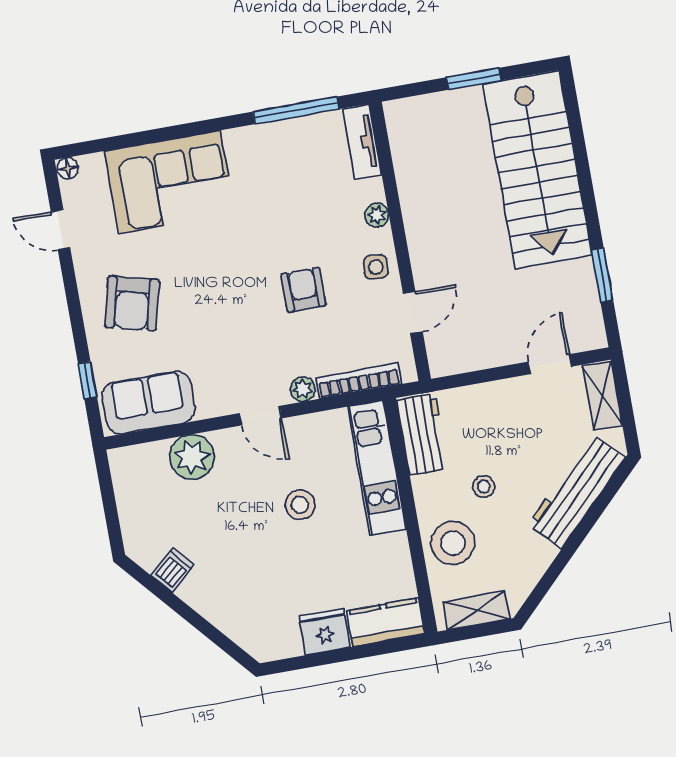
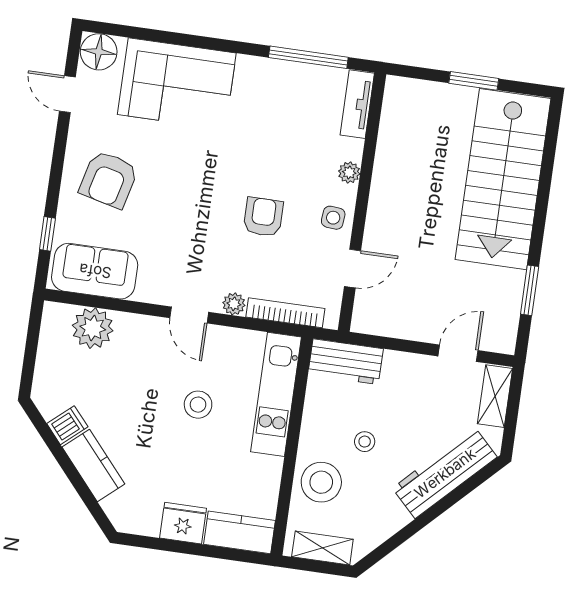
floor lamp: (68, 168) -> (99, 52), width x1.89, depth x1.89
workbench: (422, 434) -> (346, 362), moved, turned 90
plant: (192, 457) -> (93, 328), moved
kitchen counter: (213, 603) -> (93, 465), added

